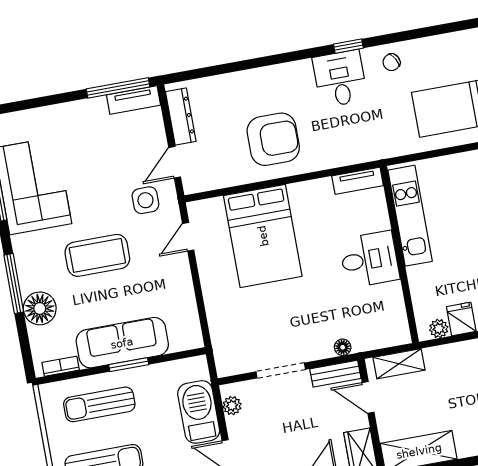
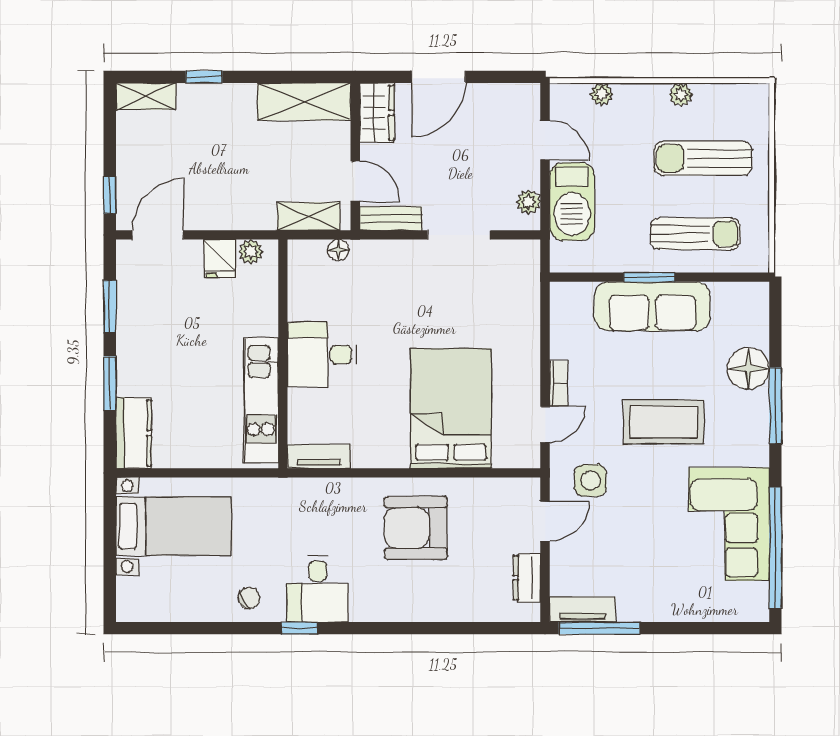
dresser: (181, 117) -> (527, 578), width x0.70
floor lamp: (343, 347) -> (338, 250), moved
bookcase: (61, 366) -> (559, 383), moved, turned -90

